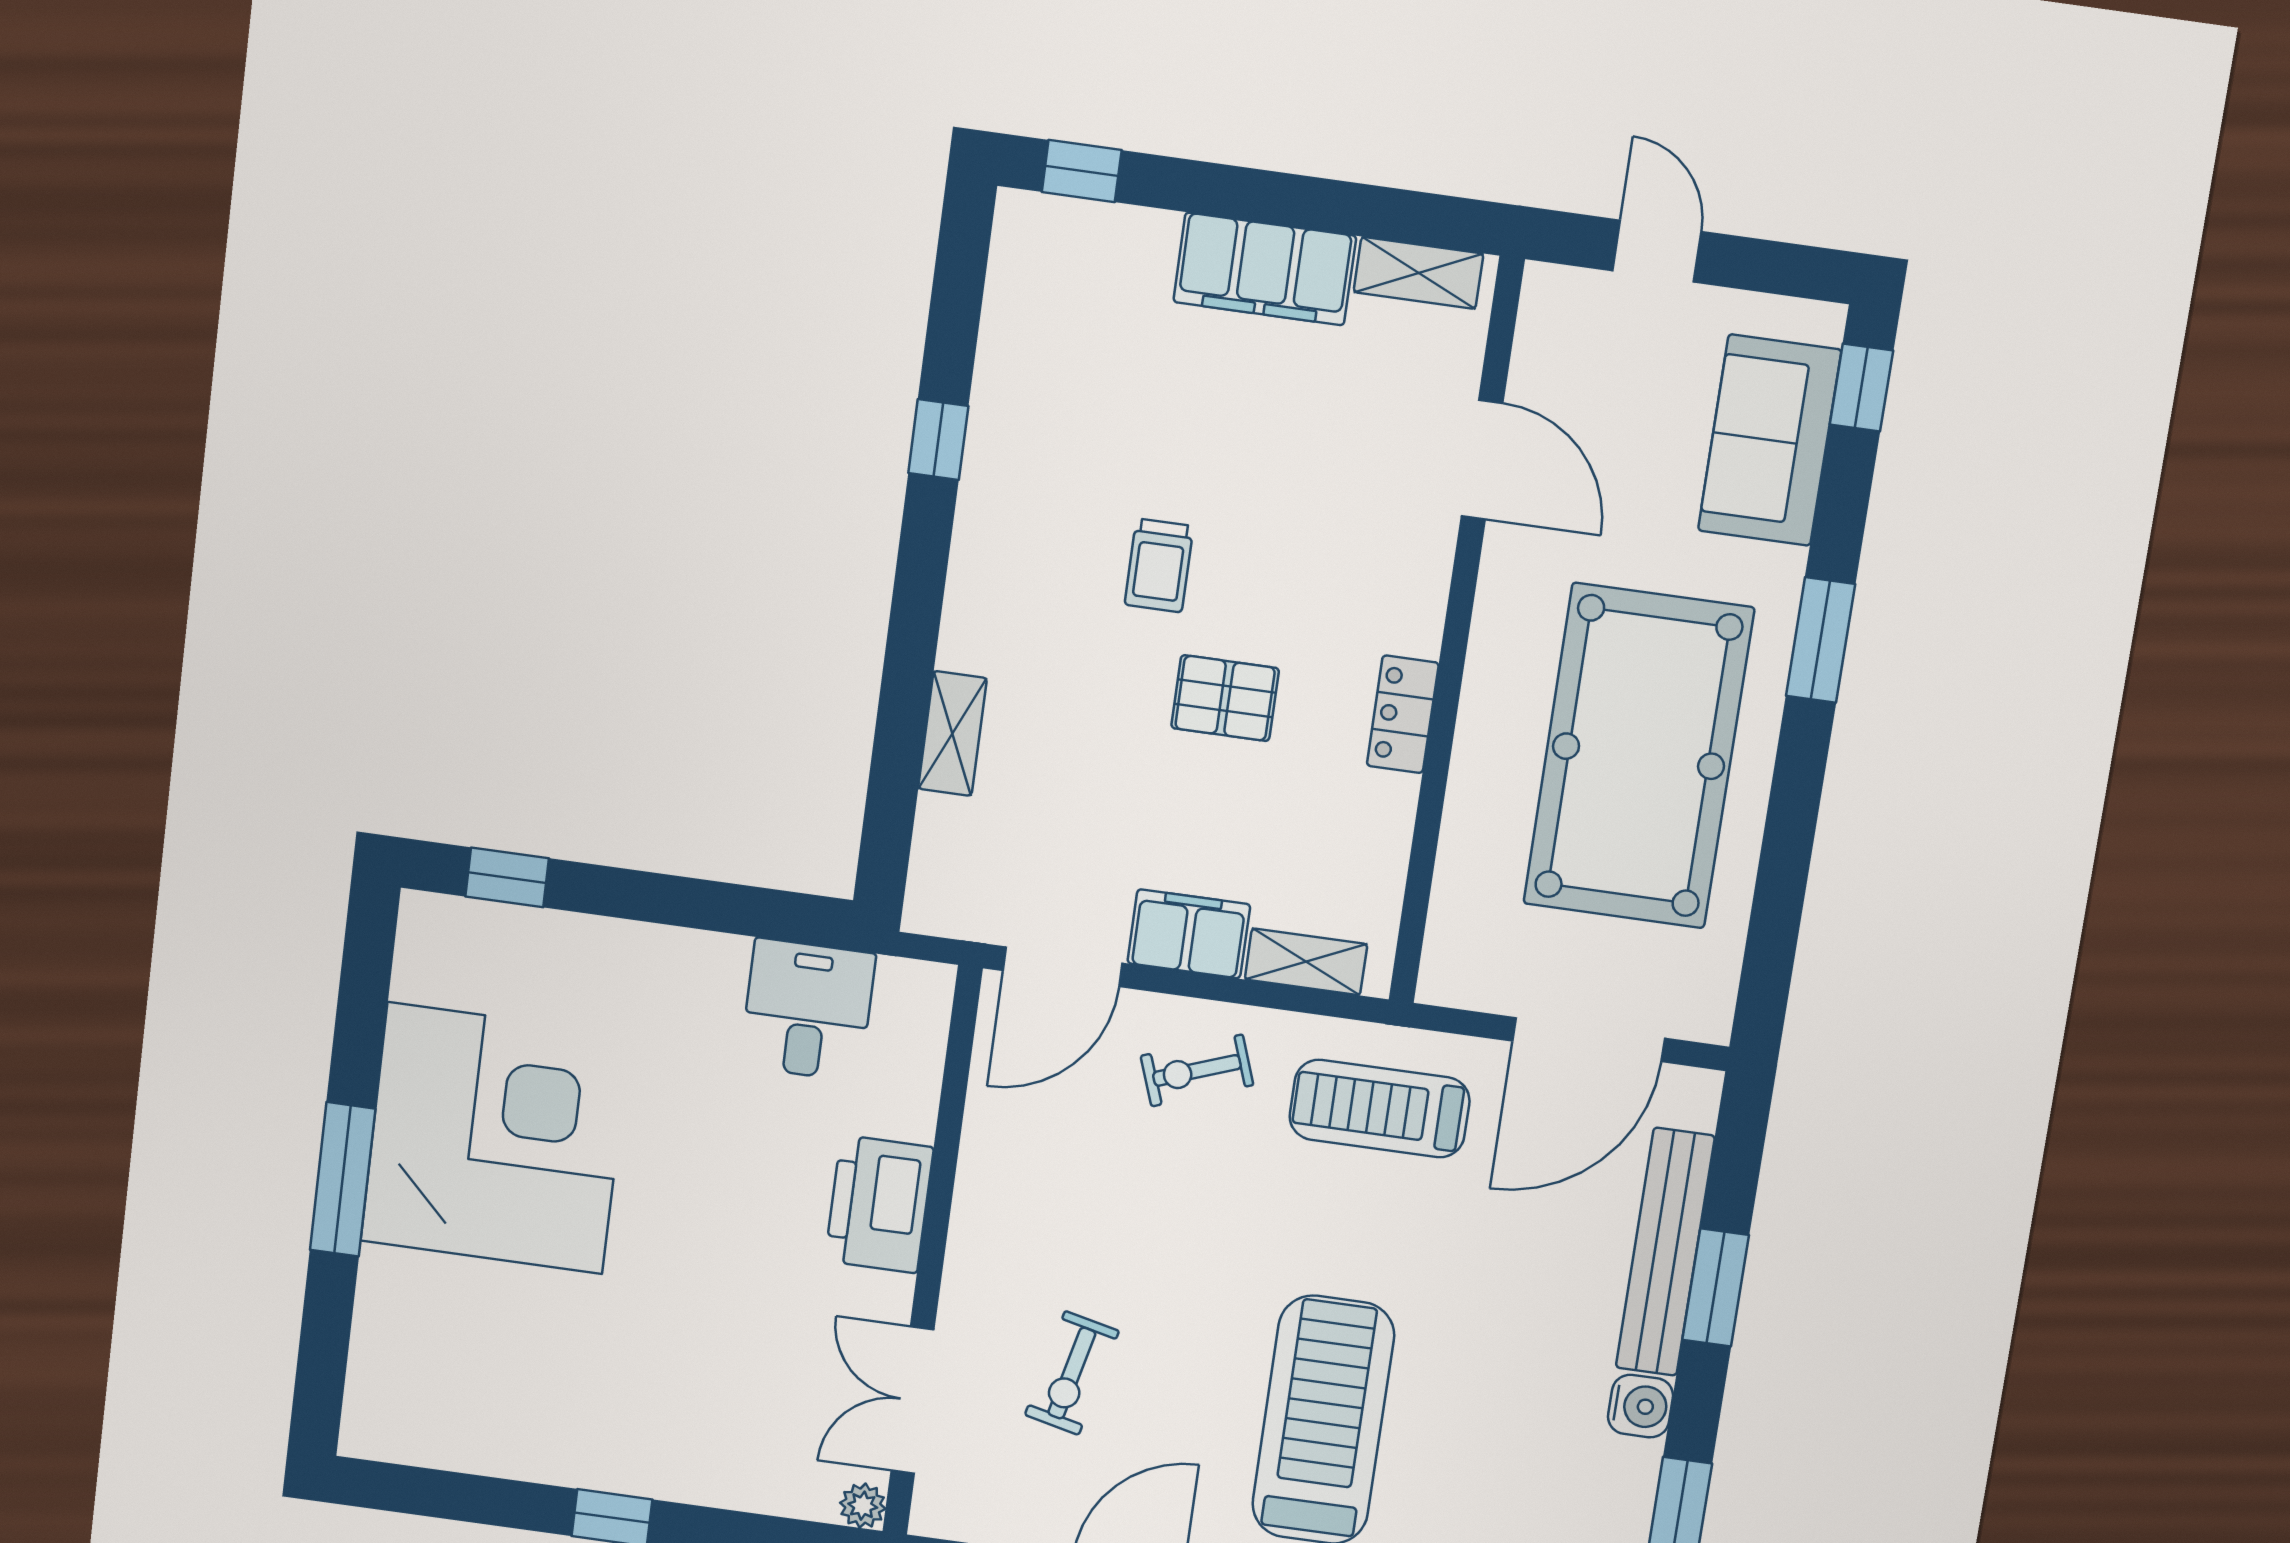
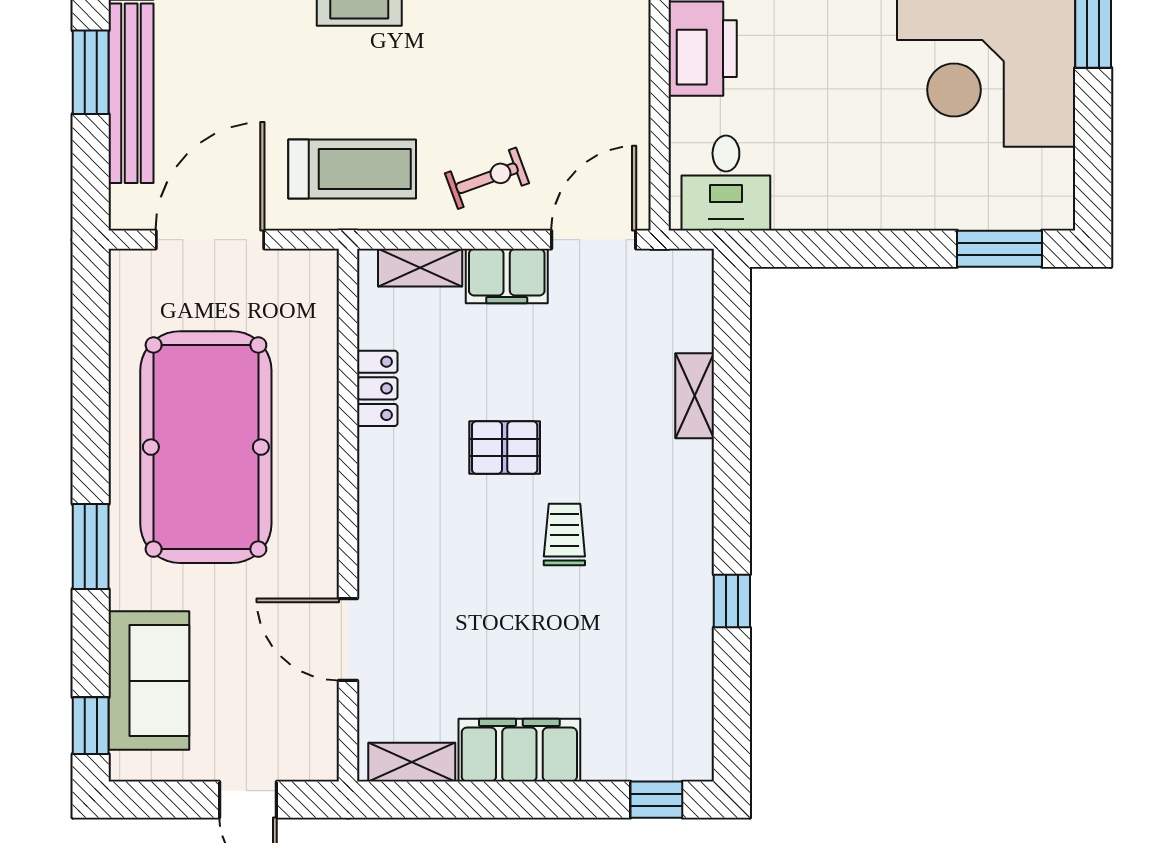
locker: (1403, 714) -> (377, 388), moved
window: (507, 877) -> (1000, 249), width x1.50
desk: (808, 1010) -> (726, 183), moved

